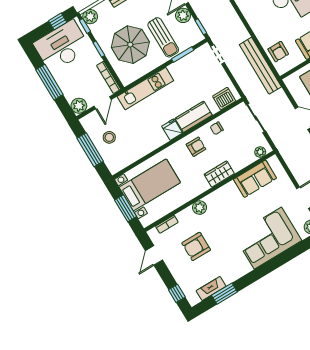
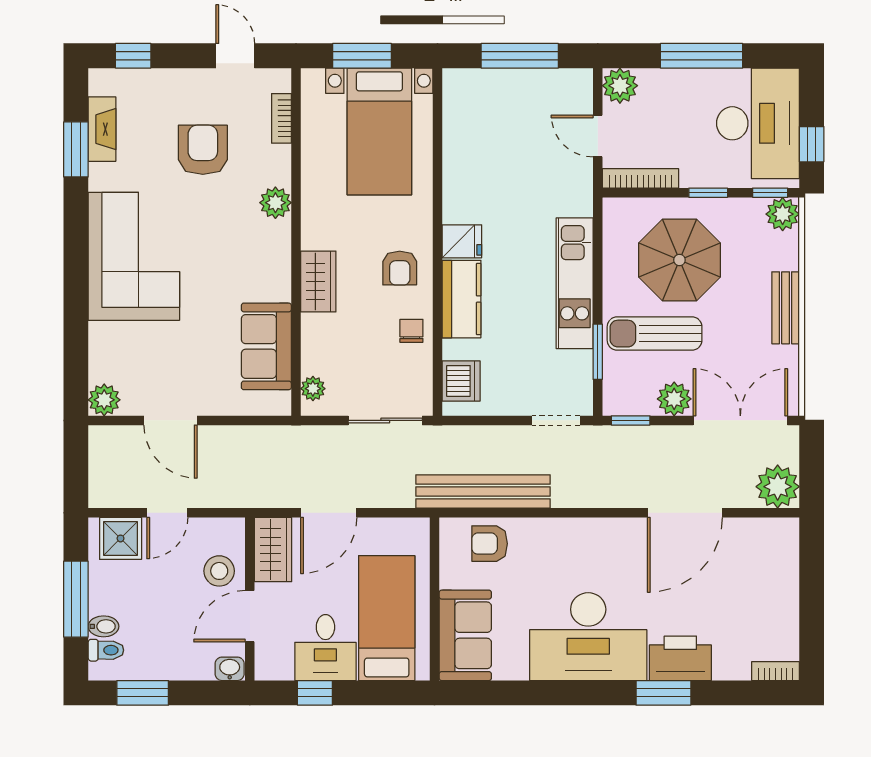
kitchen unit: (145, 89) -> (575, 283), moved
stool: (109, 137) -> (521, 108), removed
corner sofa: (268, 238) -> (134, 256), moved

